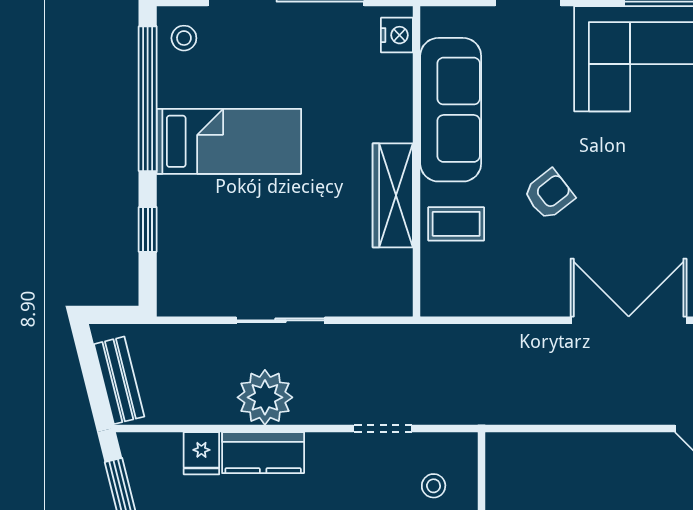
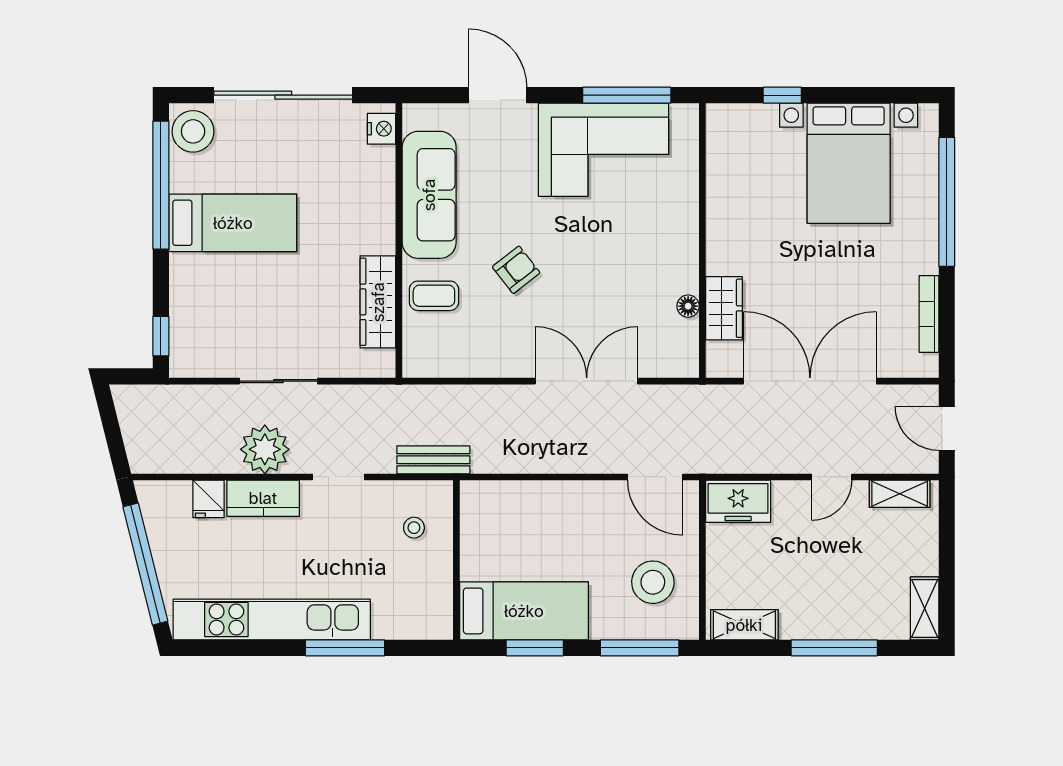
stool: (184, 38) -> (193, 131), width x1.89, depth x1.89
wardrobe: (393, 195) -> (378, 302), moved
window: (148, 229) -> (161, 336), moved
bench: (119, 380) -> (433, 460), moved, turned -76
doorway: (383, 429) -> (338, 477), moved

